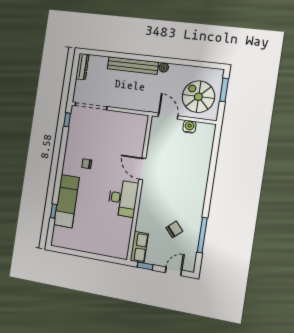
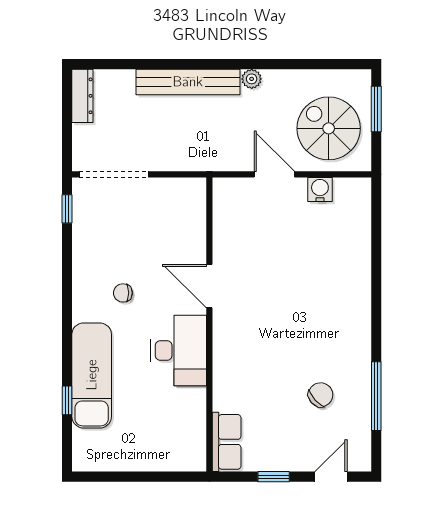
door: (142, 169) -> (209, 286), moved
wall: (139, 188) -> (209, 325), moved
desk: (123, 198) -> (179, 351), moved
row of seats: (139, 247) -> (227, 442), moved

